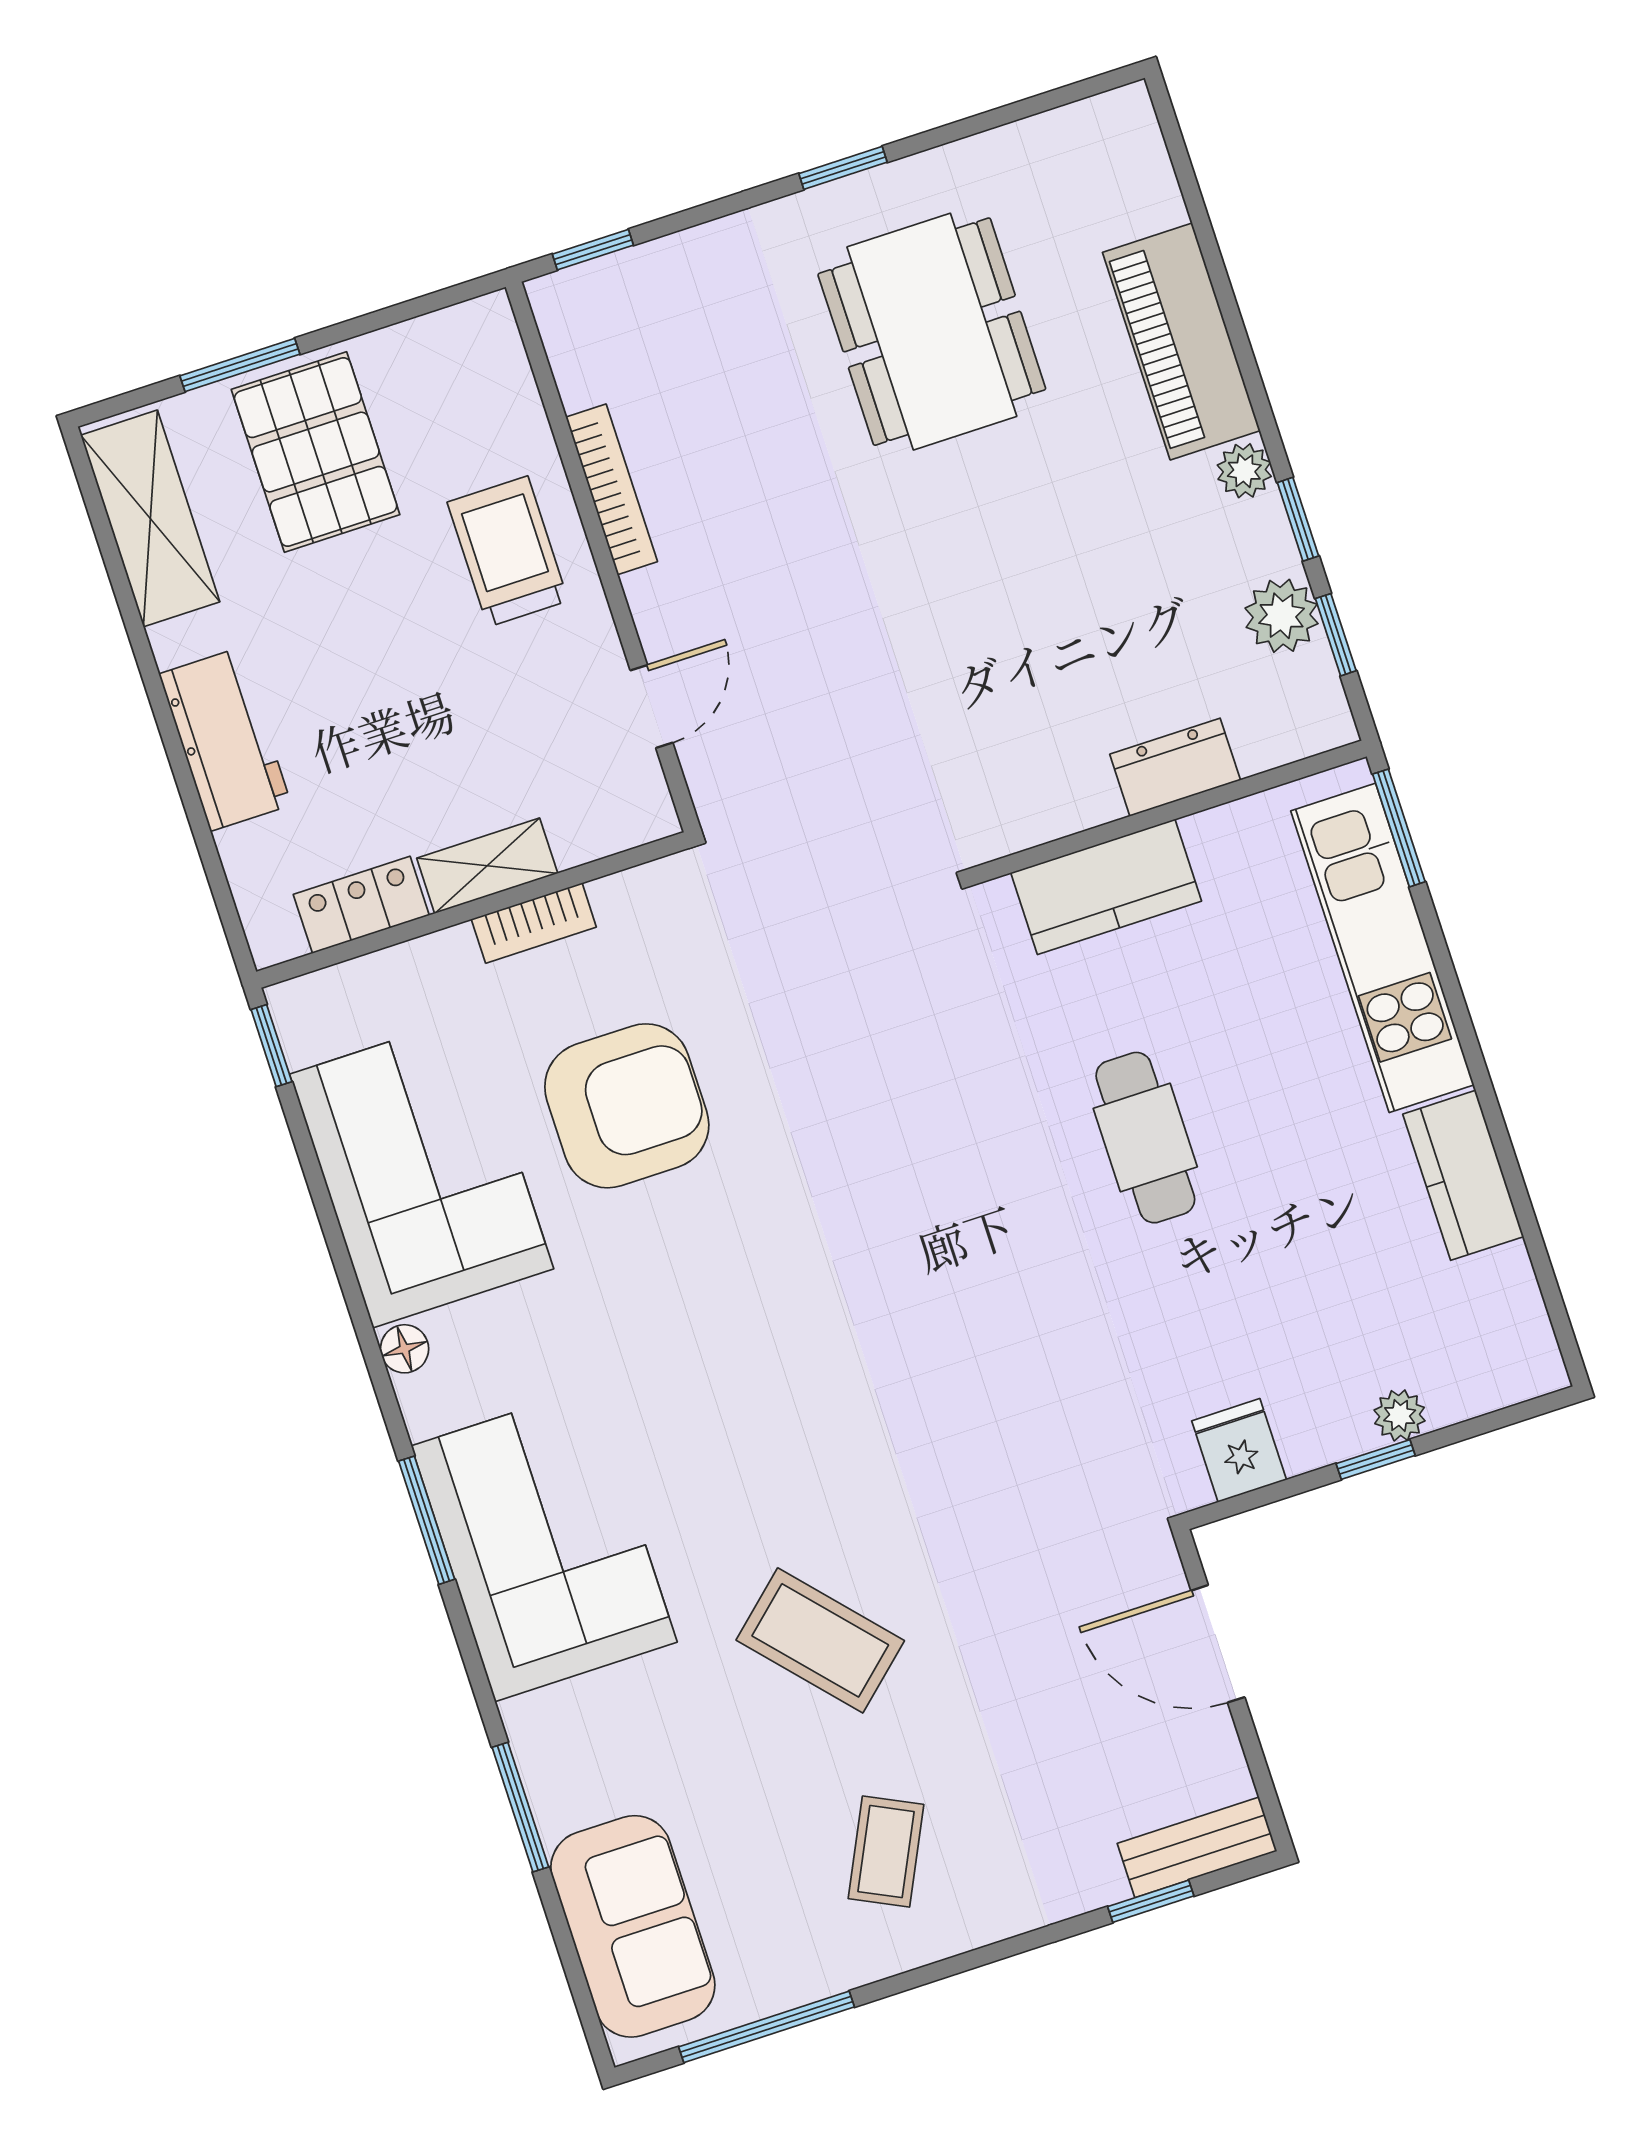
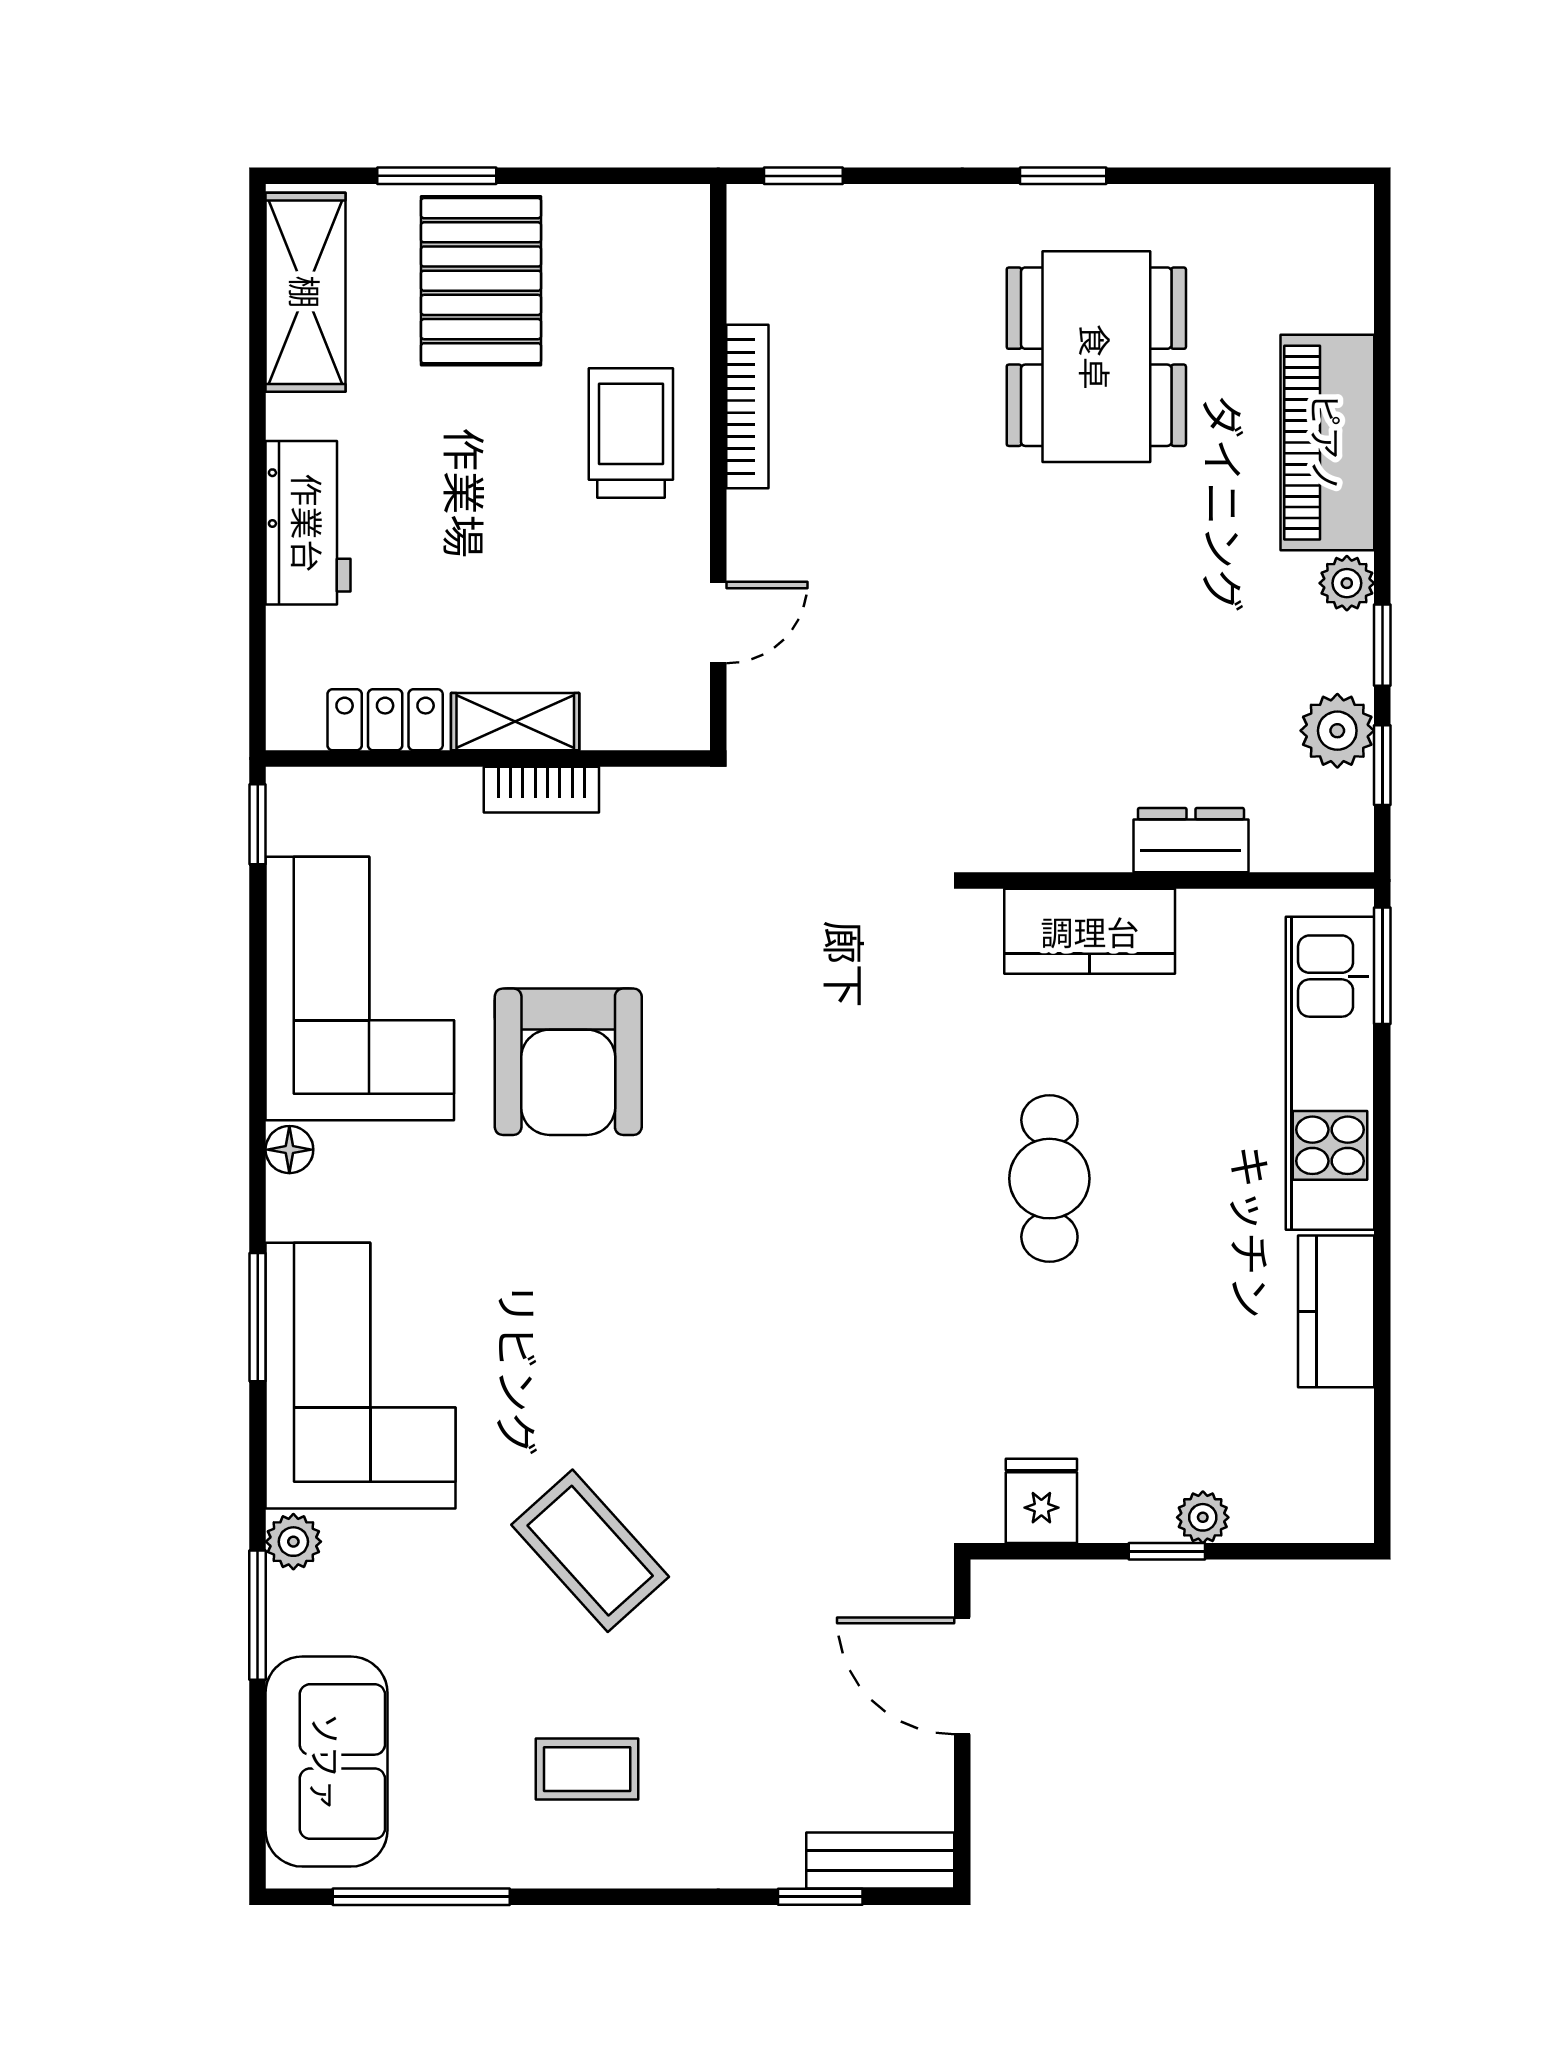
armchair: (627, 1106) -> (568, 1062), moved, turned 90
plant: (532, 1725) -> (293, 1542), added
coffee table: (886, 1852) -> (587, 1769), turned 64

